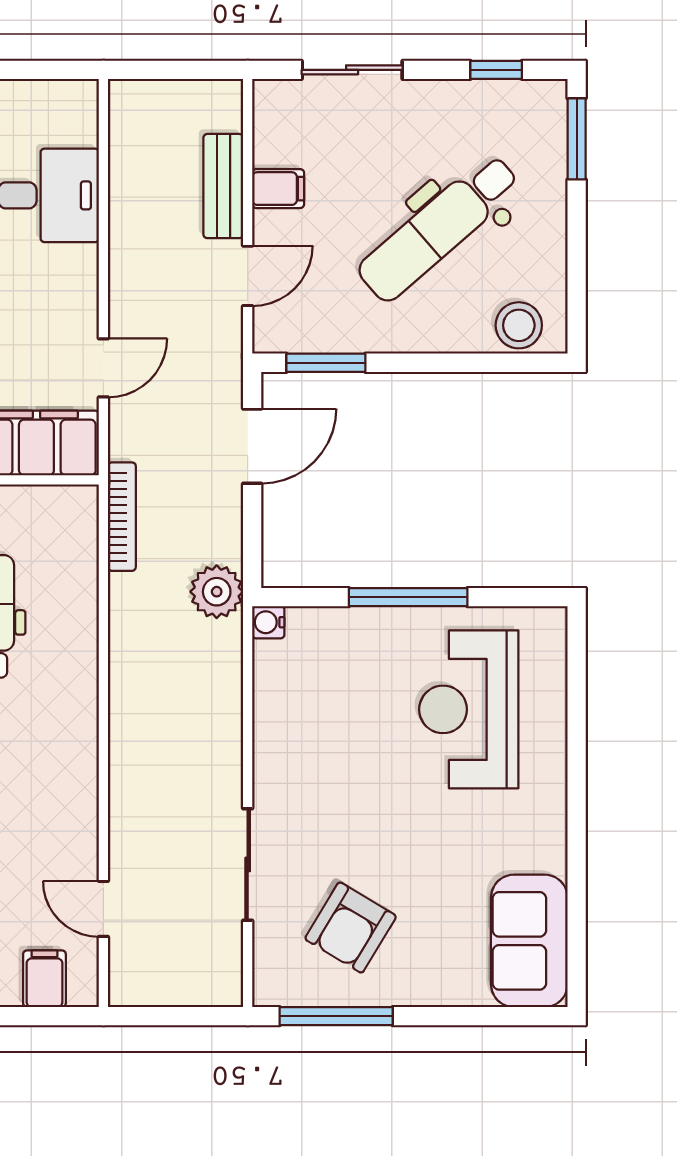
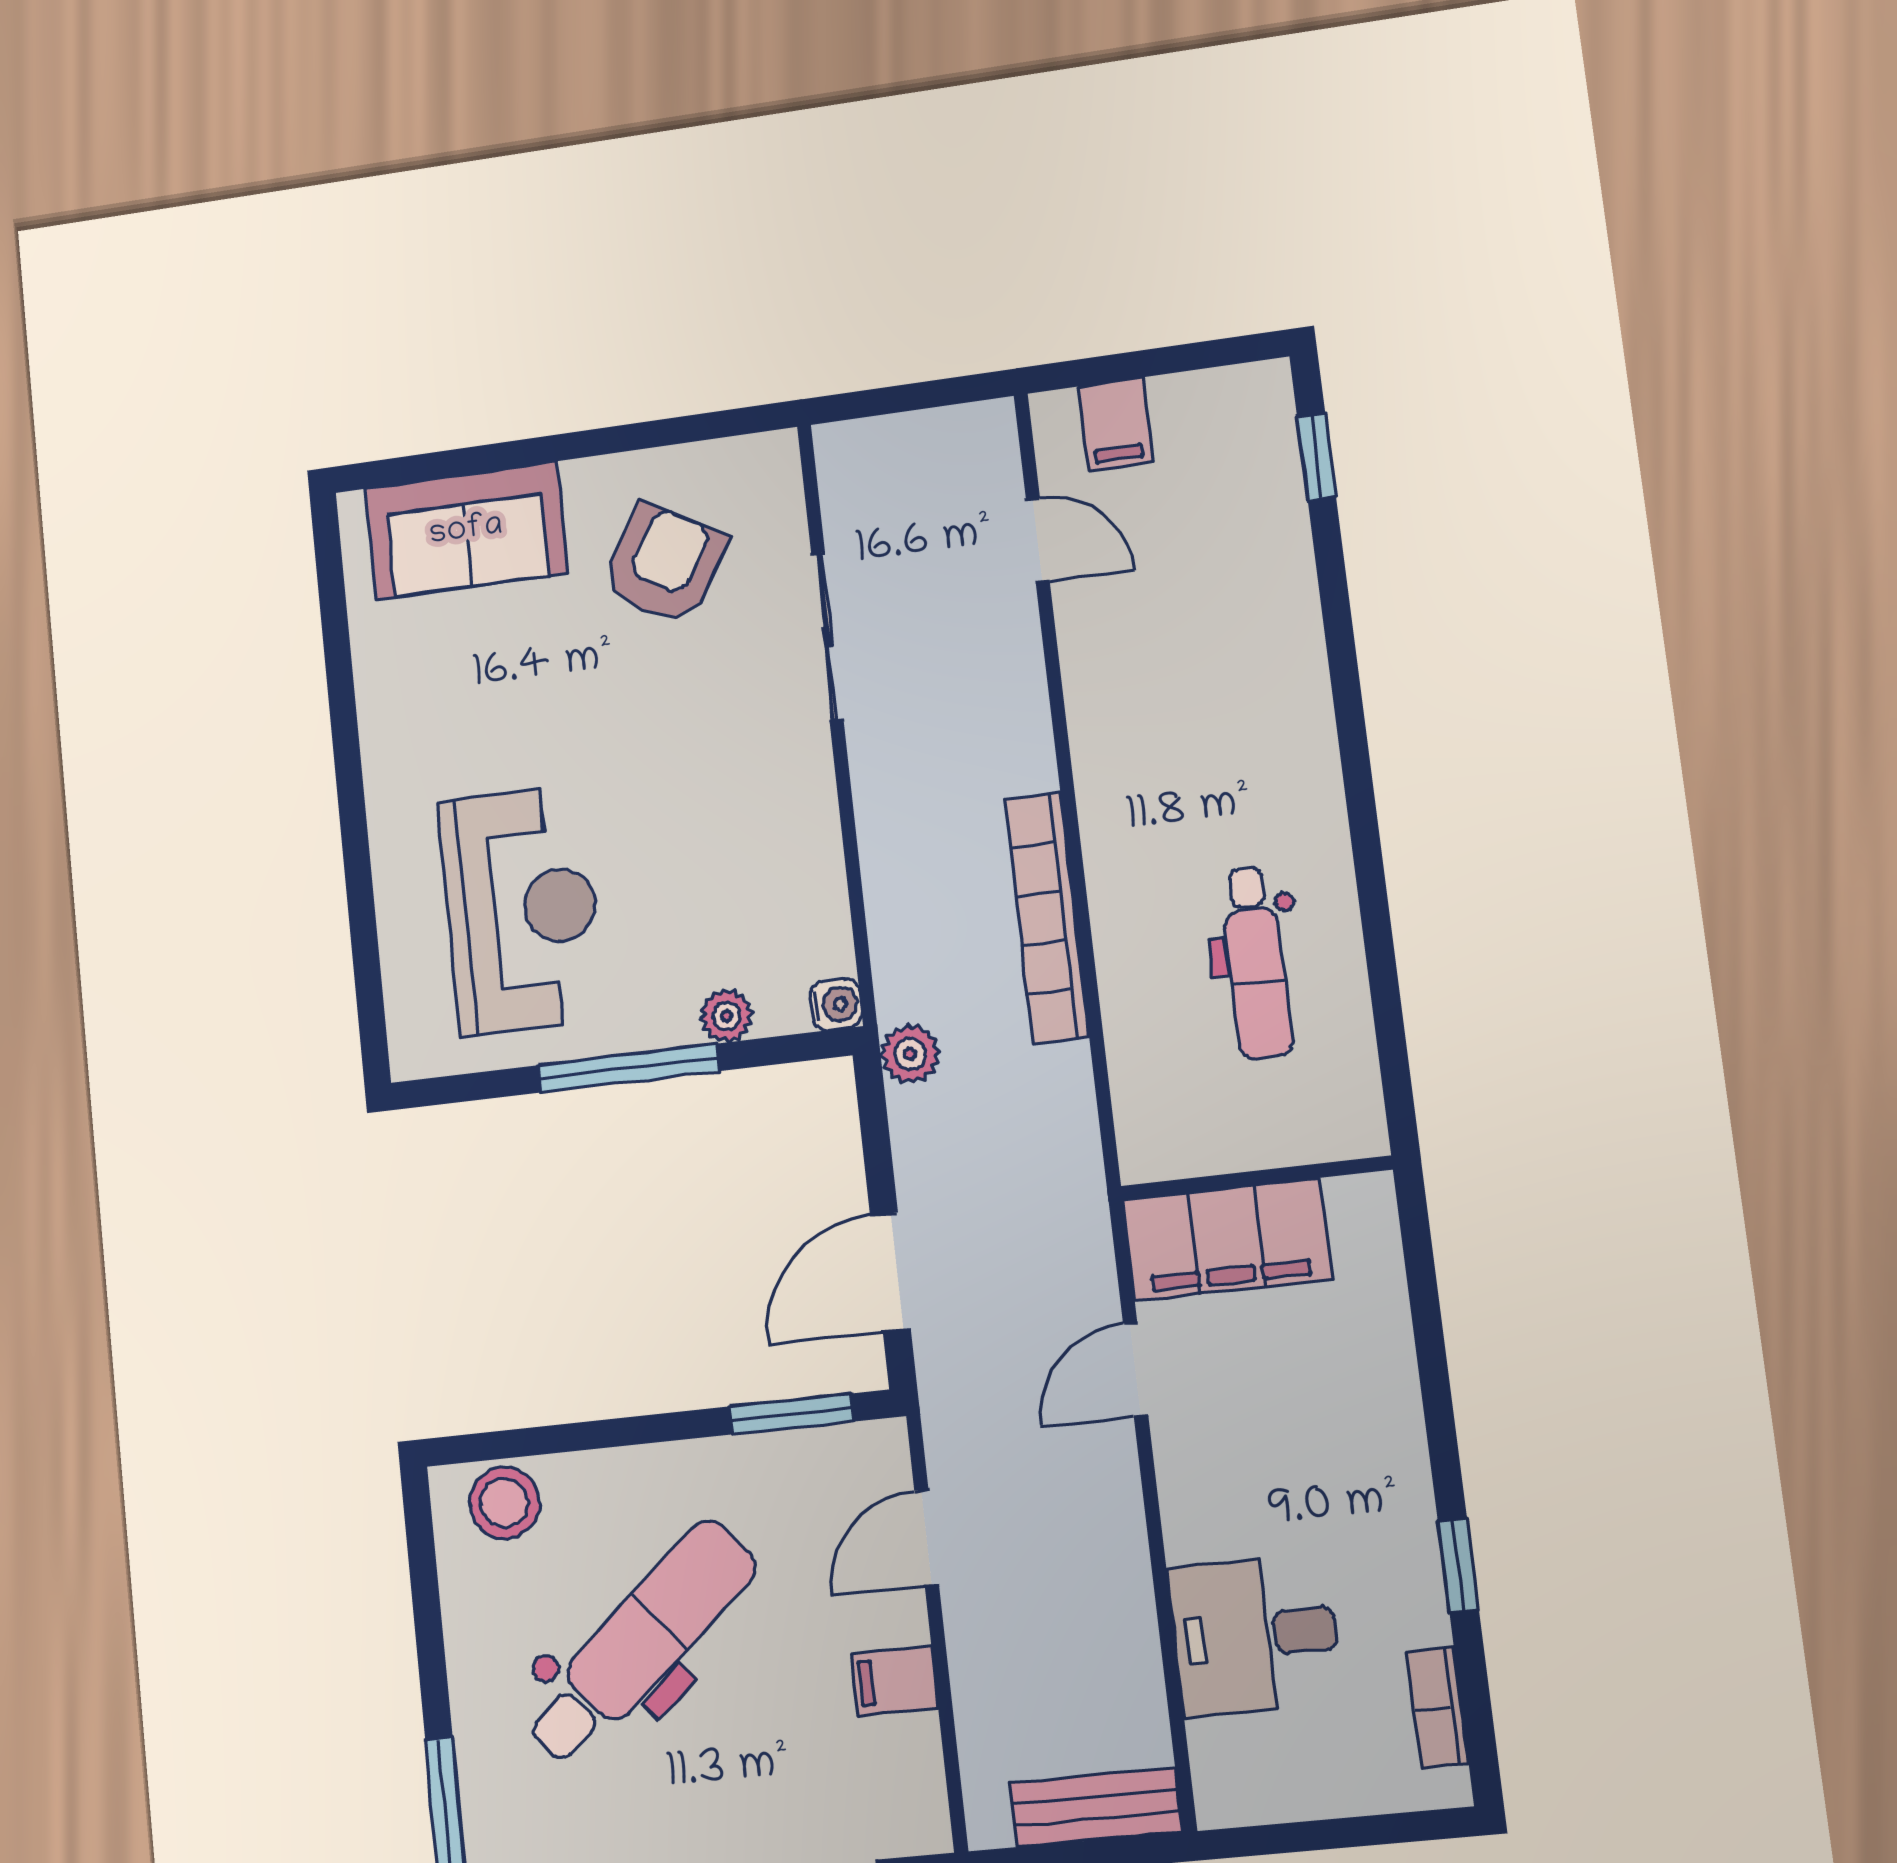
bench: (223, 186) -> (1096, 1808), moved, turned 90
bookcase: (122, 517) -> (1047, 918), moved, width x1.48, depth x1.31
plant: (217, 592) -> (910, 1054), width x0.73, depth x0.73
plant: (341, 623) -> (727, 1016), added
sofa: (529, 941) -> (466, 531), moved, turned 90
window: (336, 1016) -> (672, 431), removed

